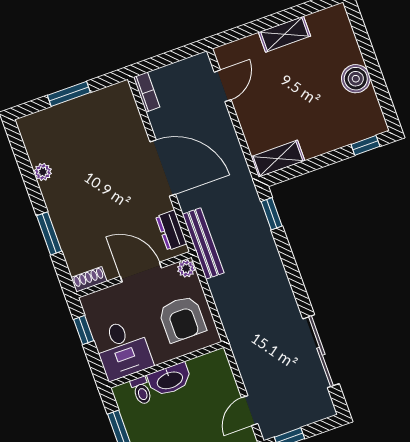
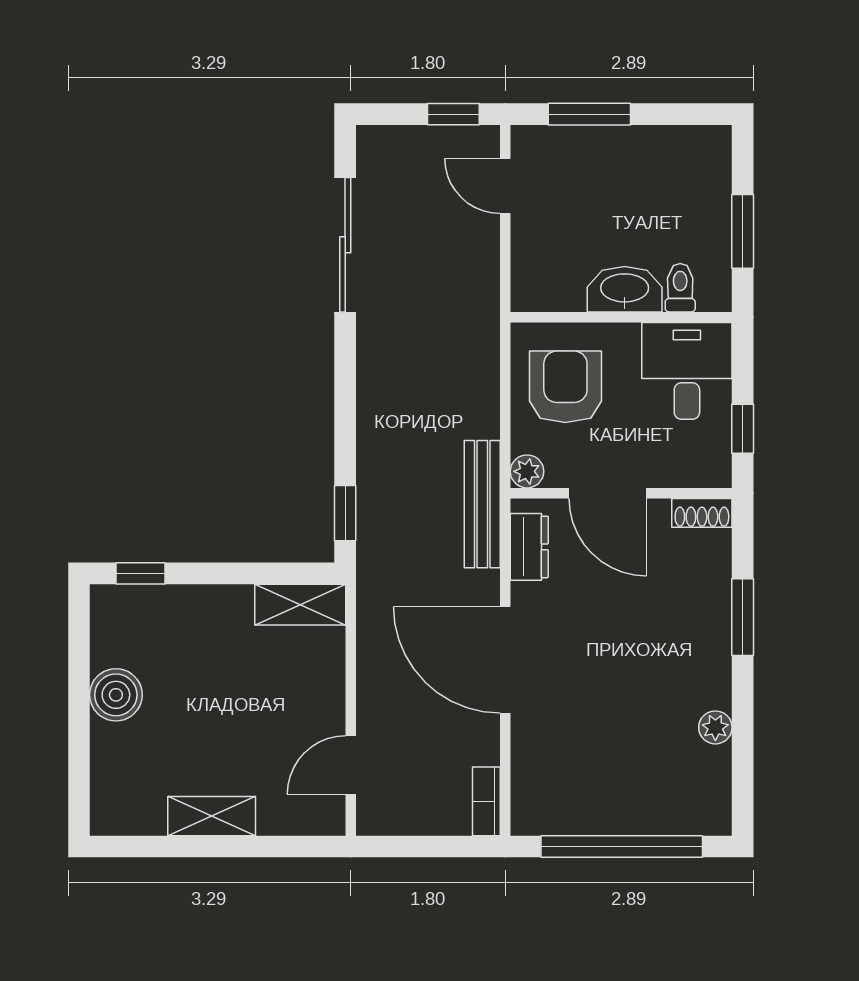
window: (69, 94) -> (622, 846), width x2.11
door: (250, 411) -> (505, 186), swing flipped

